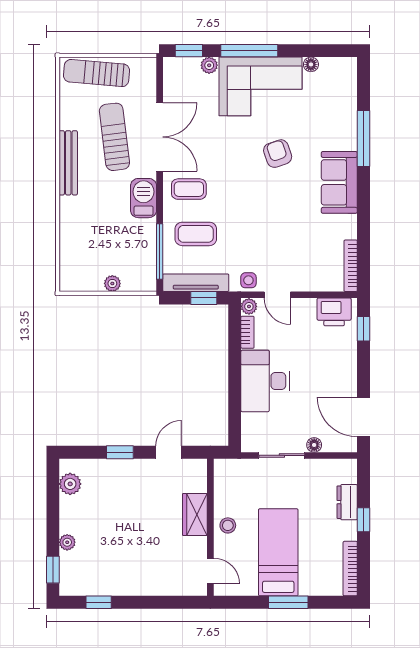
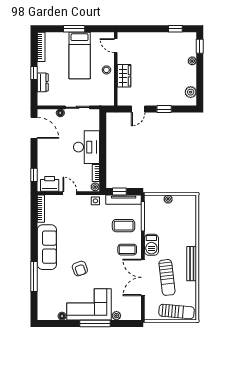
window: (189, 51) -> (127, 323), removed
sofa: (339, 182) -> (47, 247), width x1.36
door: (277, 295) -> (70, 193), moved

